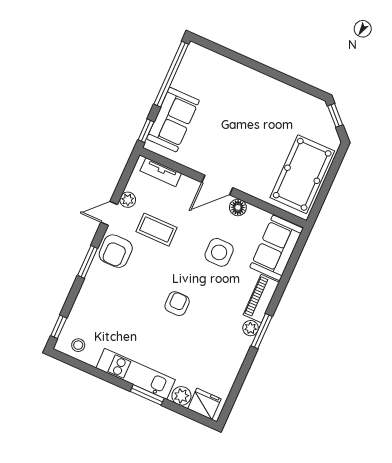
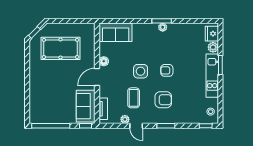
sofa: (173, 120) -> (86, 106), moved, turned -90
pool table: (302, 174) -> (61, 48), moved
door: (217, 185) -> (97, 77), swing flipped
armchair: (116, 251) -> (163, 100), moved
side table: (219, 252) -> (141, 71), moved
piano: (261, 299) -> (145, 29), removed

